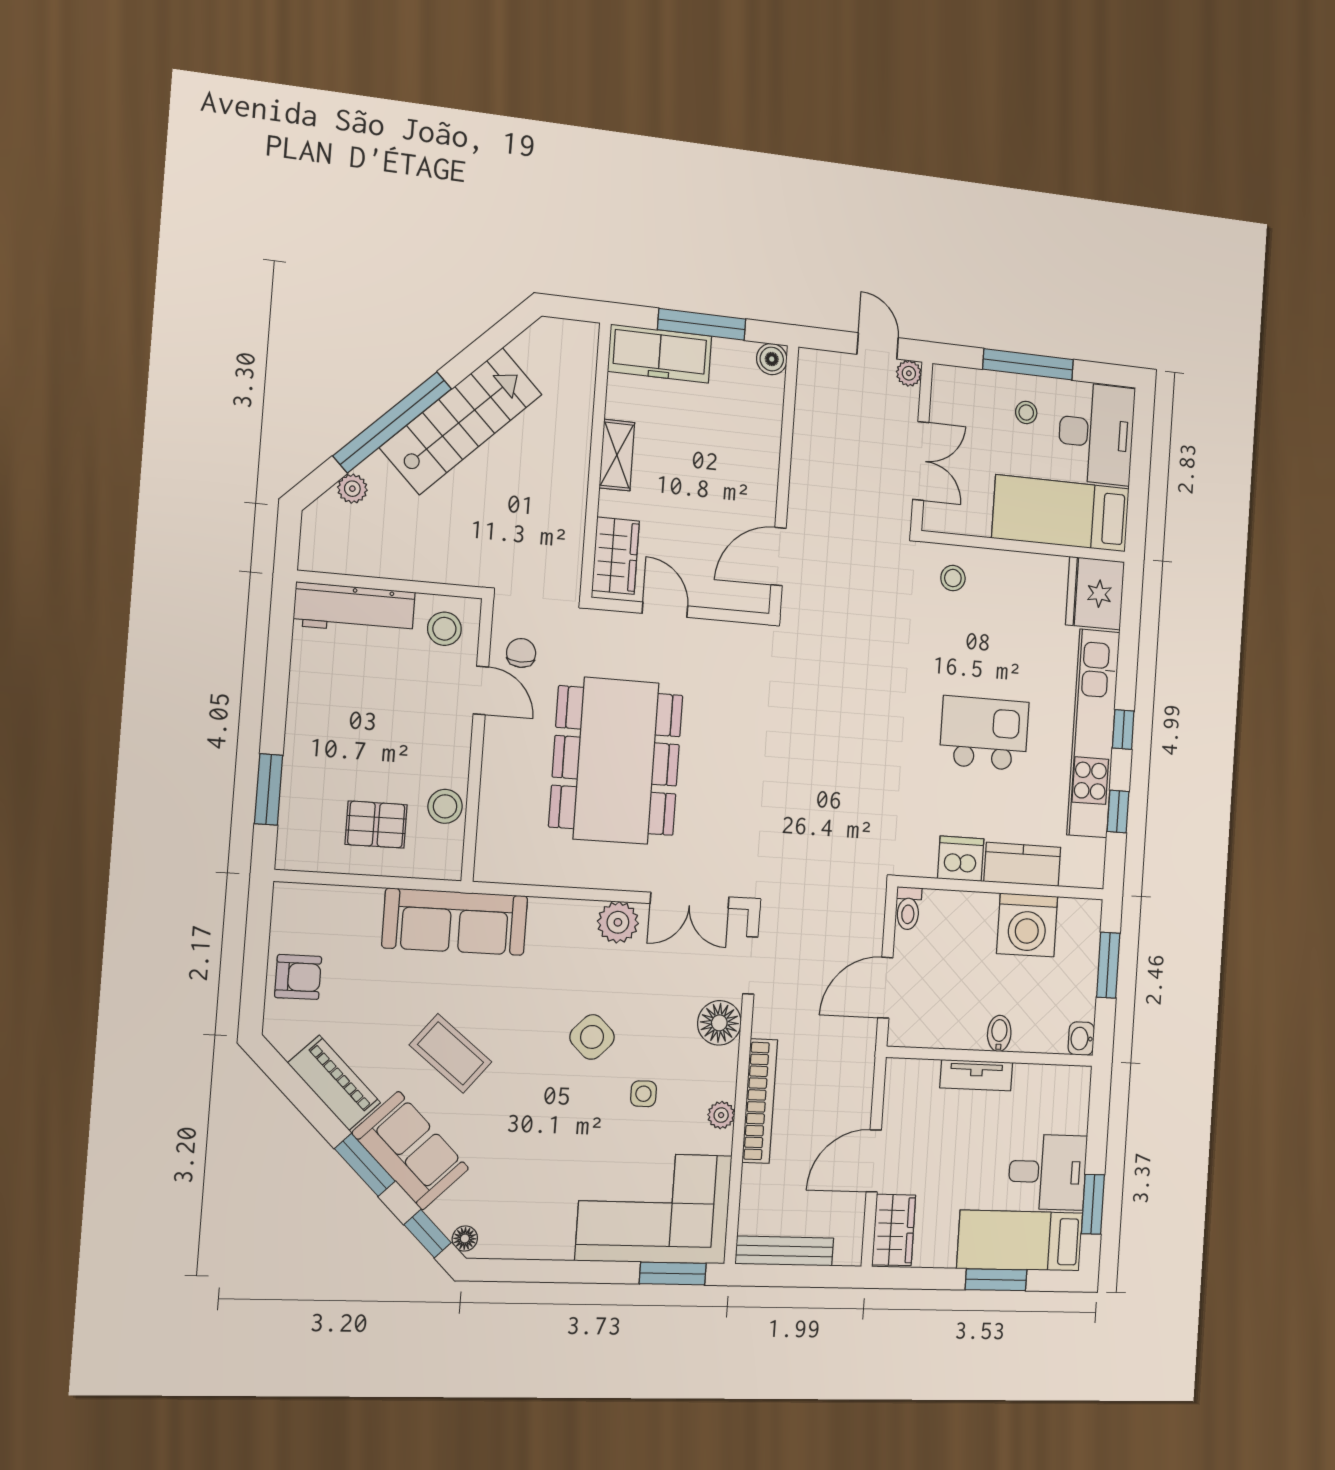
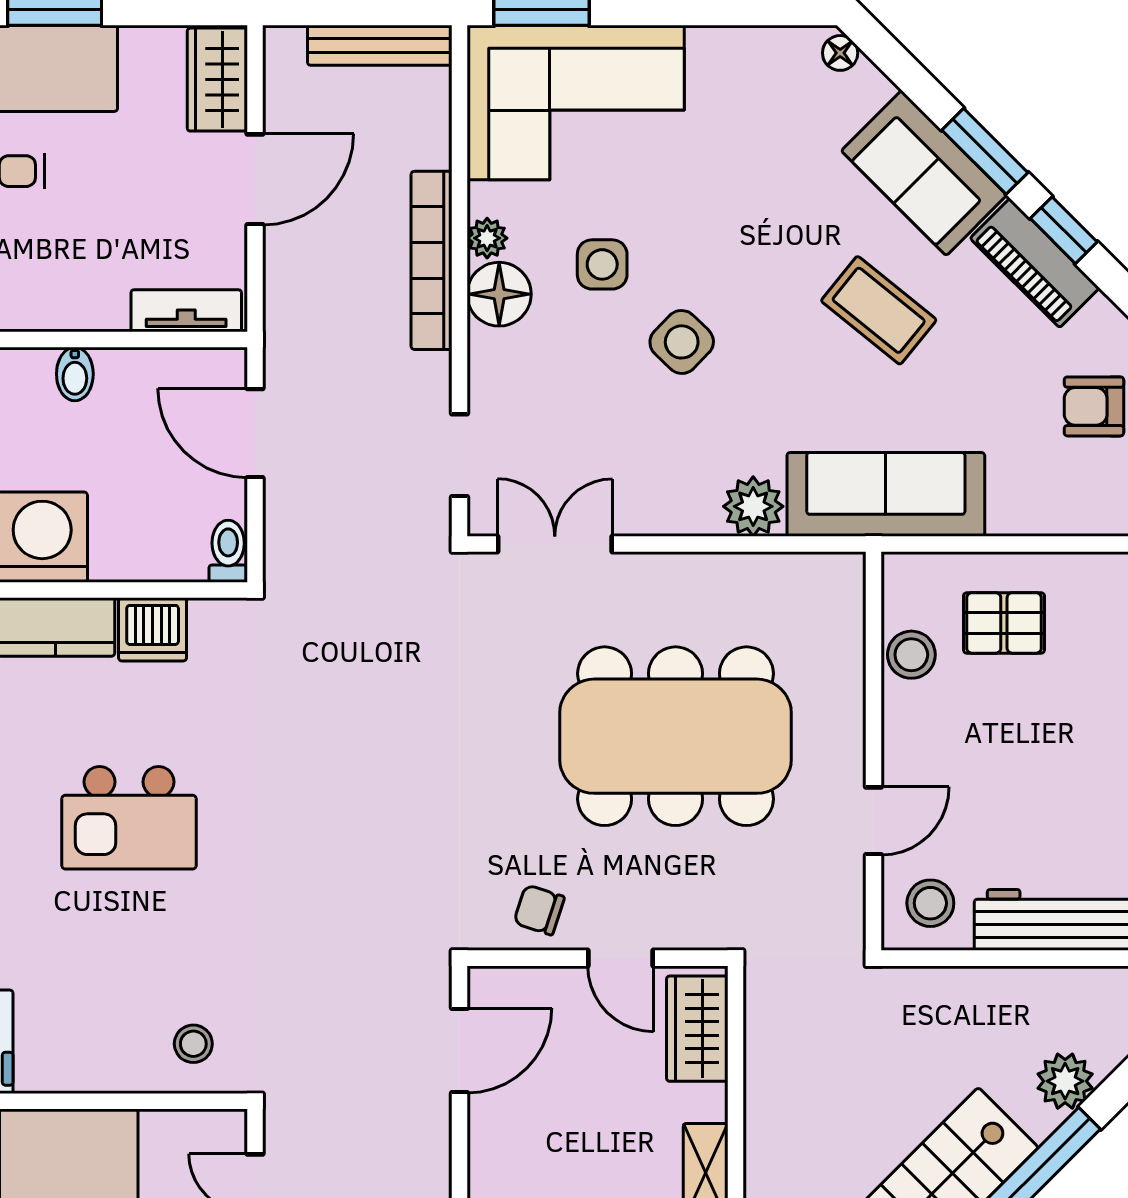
plant: (352, 489) -> (1065, 1081), width x1.38, depth x1.38
chair: (521, 653) -> (539, 910), moved, turned 108
door: (481, 690) -> (874, 821), swing flipped
dining table: (616, 761) -> (676, 736), turned 90
plant: (618, 922) -> (753, 506), moved
door: (885, 988) -> (255, 433), swing flipped
floor lamp: (719, 1023) -> (499, 294), moved
tv unit: (976, 1075) -> (186, 311), moved
side table: (643, 1094) -> (602, 264), width x1.37, depth x1.37
window: (428, 1234) -> (1064, 230), moved

